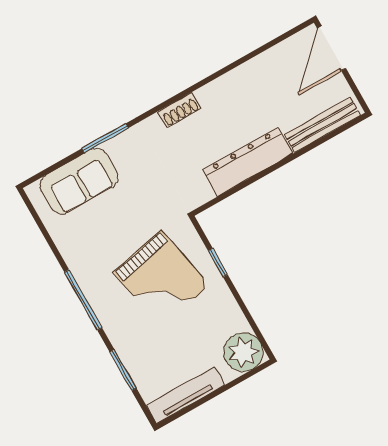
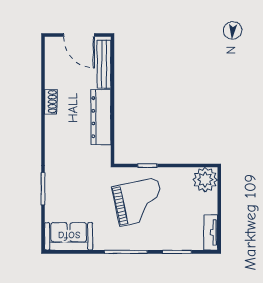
door: (331, 48) -> (79, 35), moved
shoe rack: (179, 110) -> (51, 102), moved
sofa: (79, 181) -> (69, 236), moved, turned -90
tv unit: (185, 395) -> (211, 232), width x0.71

